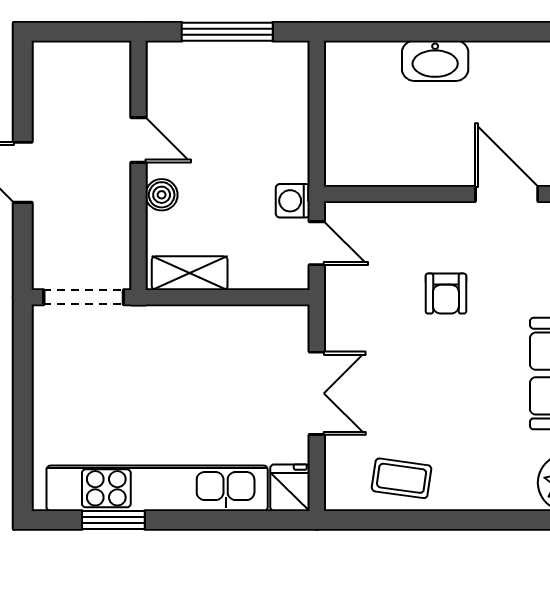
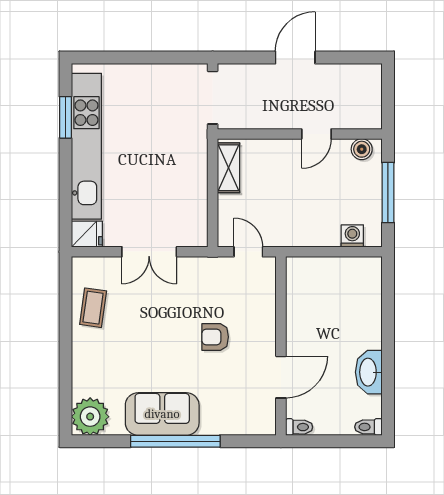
washbasin: (435, 61) -> (369, 372), moved
boiler: (162, 195) -> (362, 149), moved
washing machine: (293, 201) -> (352, 236), moved
door: (317, 243) -> (248, 252), swing flipped

